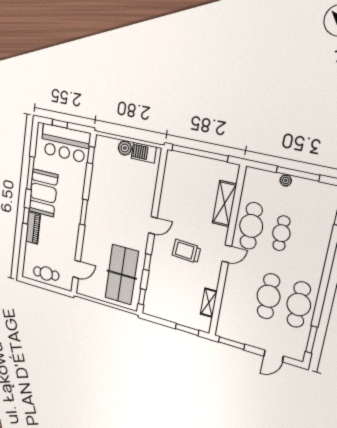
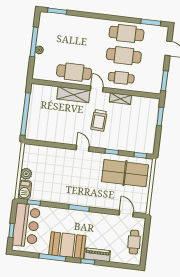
barbecue: (144, 153) -> (25, 190), moved
shelving: (224, 204) -> (73, 95), moved
cafe table: (281, 233) -> (121, 78), moved
shelving: (209, 303) -> (120, 99), moved

